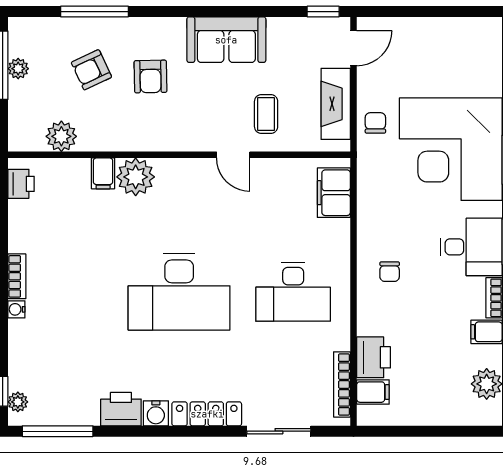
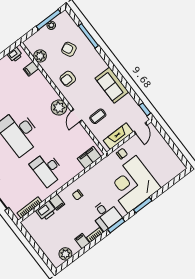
door: (354, 48) -> (141, 128), hinge flipped
armchair: (150, 77) -> (68, 79), moved
filing cabinet: (103, 173) -> (31, 69), moved
plant: (136, 177) -> (59, 107), moved
filing cabinet: (373, 392) -> (57, 202), moved

